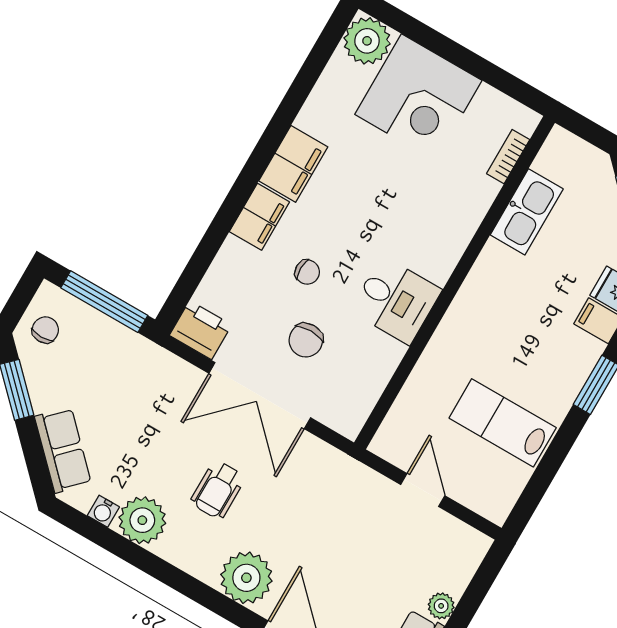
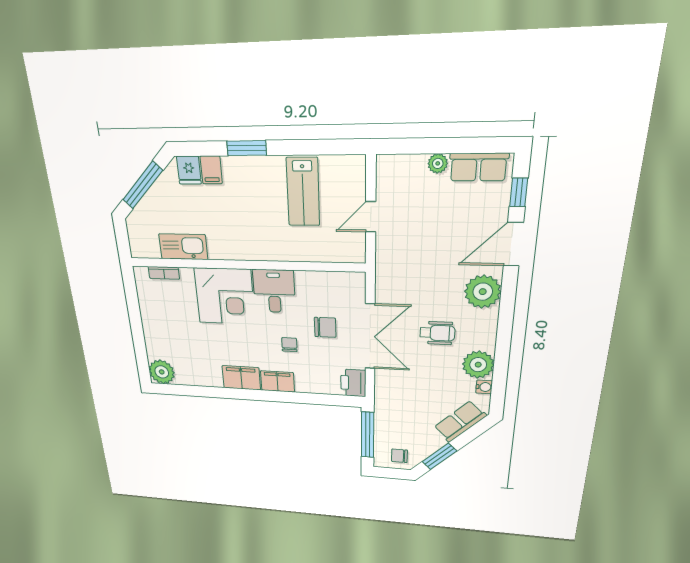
corner desk: (418, 97) -> (225, 296), moved, turned 90

